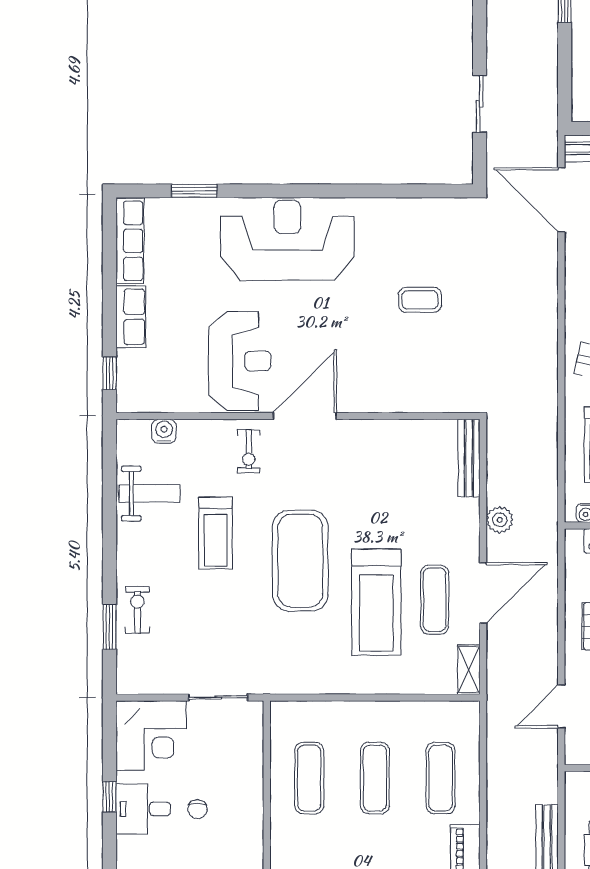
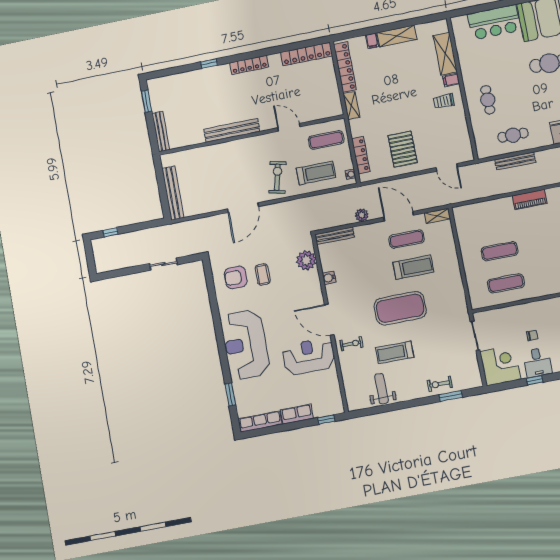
door: (561, 200) -> (243, 208), moved
armchair: (425, 245) -> (236, 277), added
plant: (431, 392) -> (306, 260), added
water cooler: (164, 431) -> (329, 278), moved
treadmill: (215, 533) -> (395, 352), turned 180
treadmill: (376, 602) -> (413, 267), width x0.73, depth x0.73
exercise mat: (441, 778) -> (493, 219), removed

